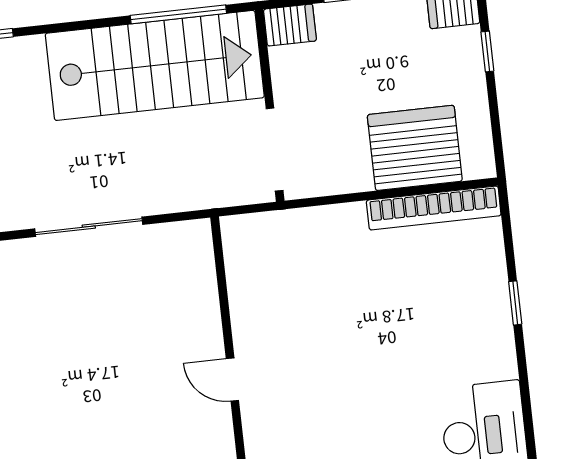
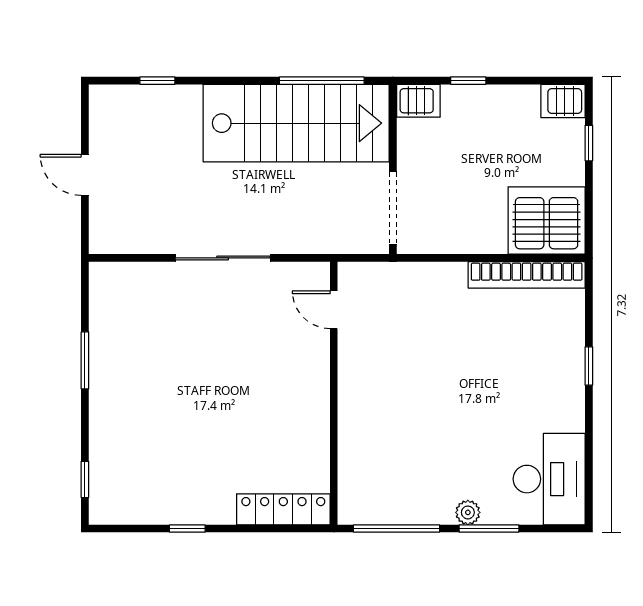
server rack: (415, 148) -> (547, 220), moved
door: (232, 380) -> (334, 310), moved

